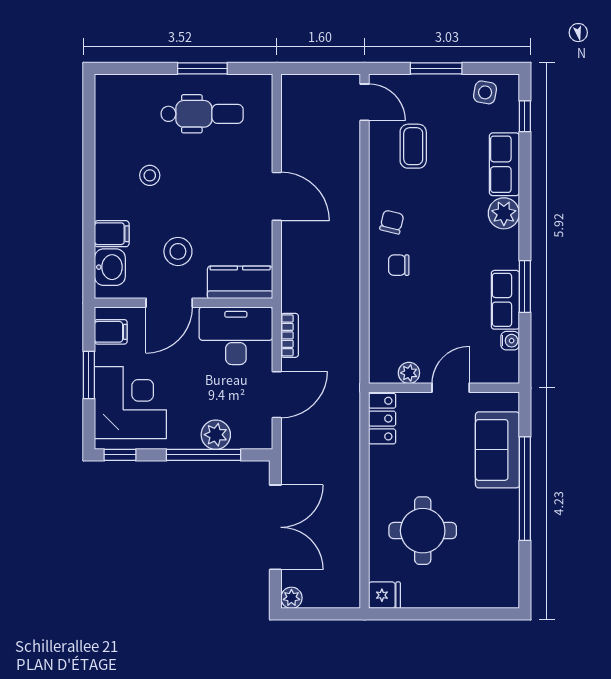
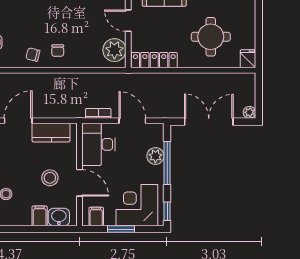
kitchen counter: (240, 282) -> (51, 133), moved, turned -90
plant: (409, 373) -> (114, 50), width x1.88, depth x1.88
locker: (382, 419) -> (154, 60), width x1.53

